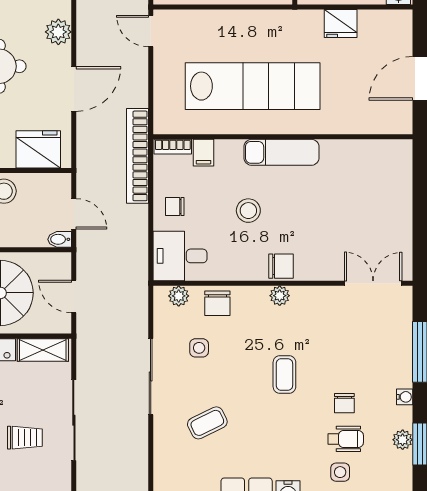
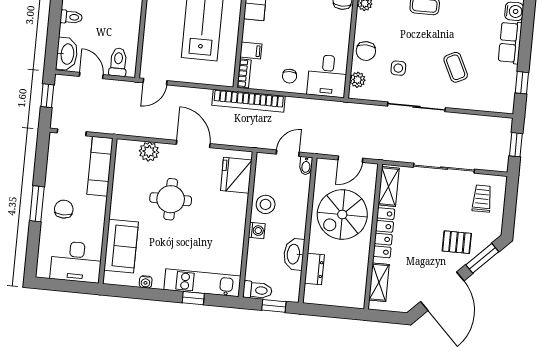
stool: (248, 211) -> (298, 21), removed
chair: (217, 303) -> (366, 51), turned 90
trolley: (25, 438) -> (482, 199), moved

